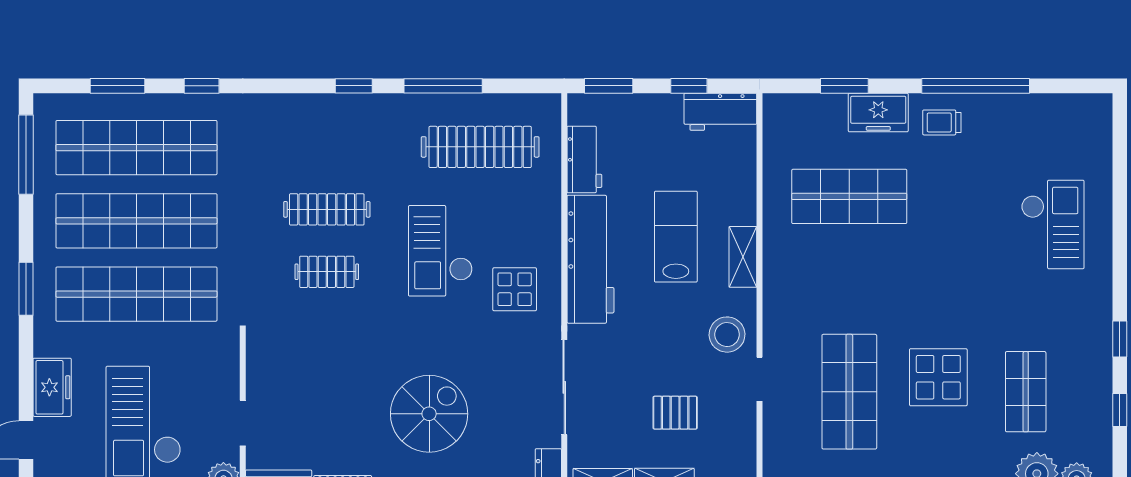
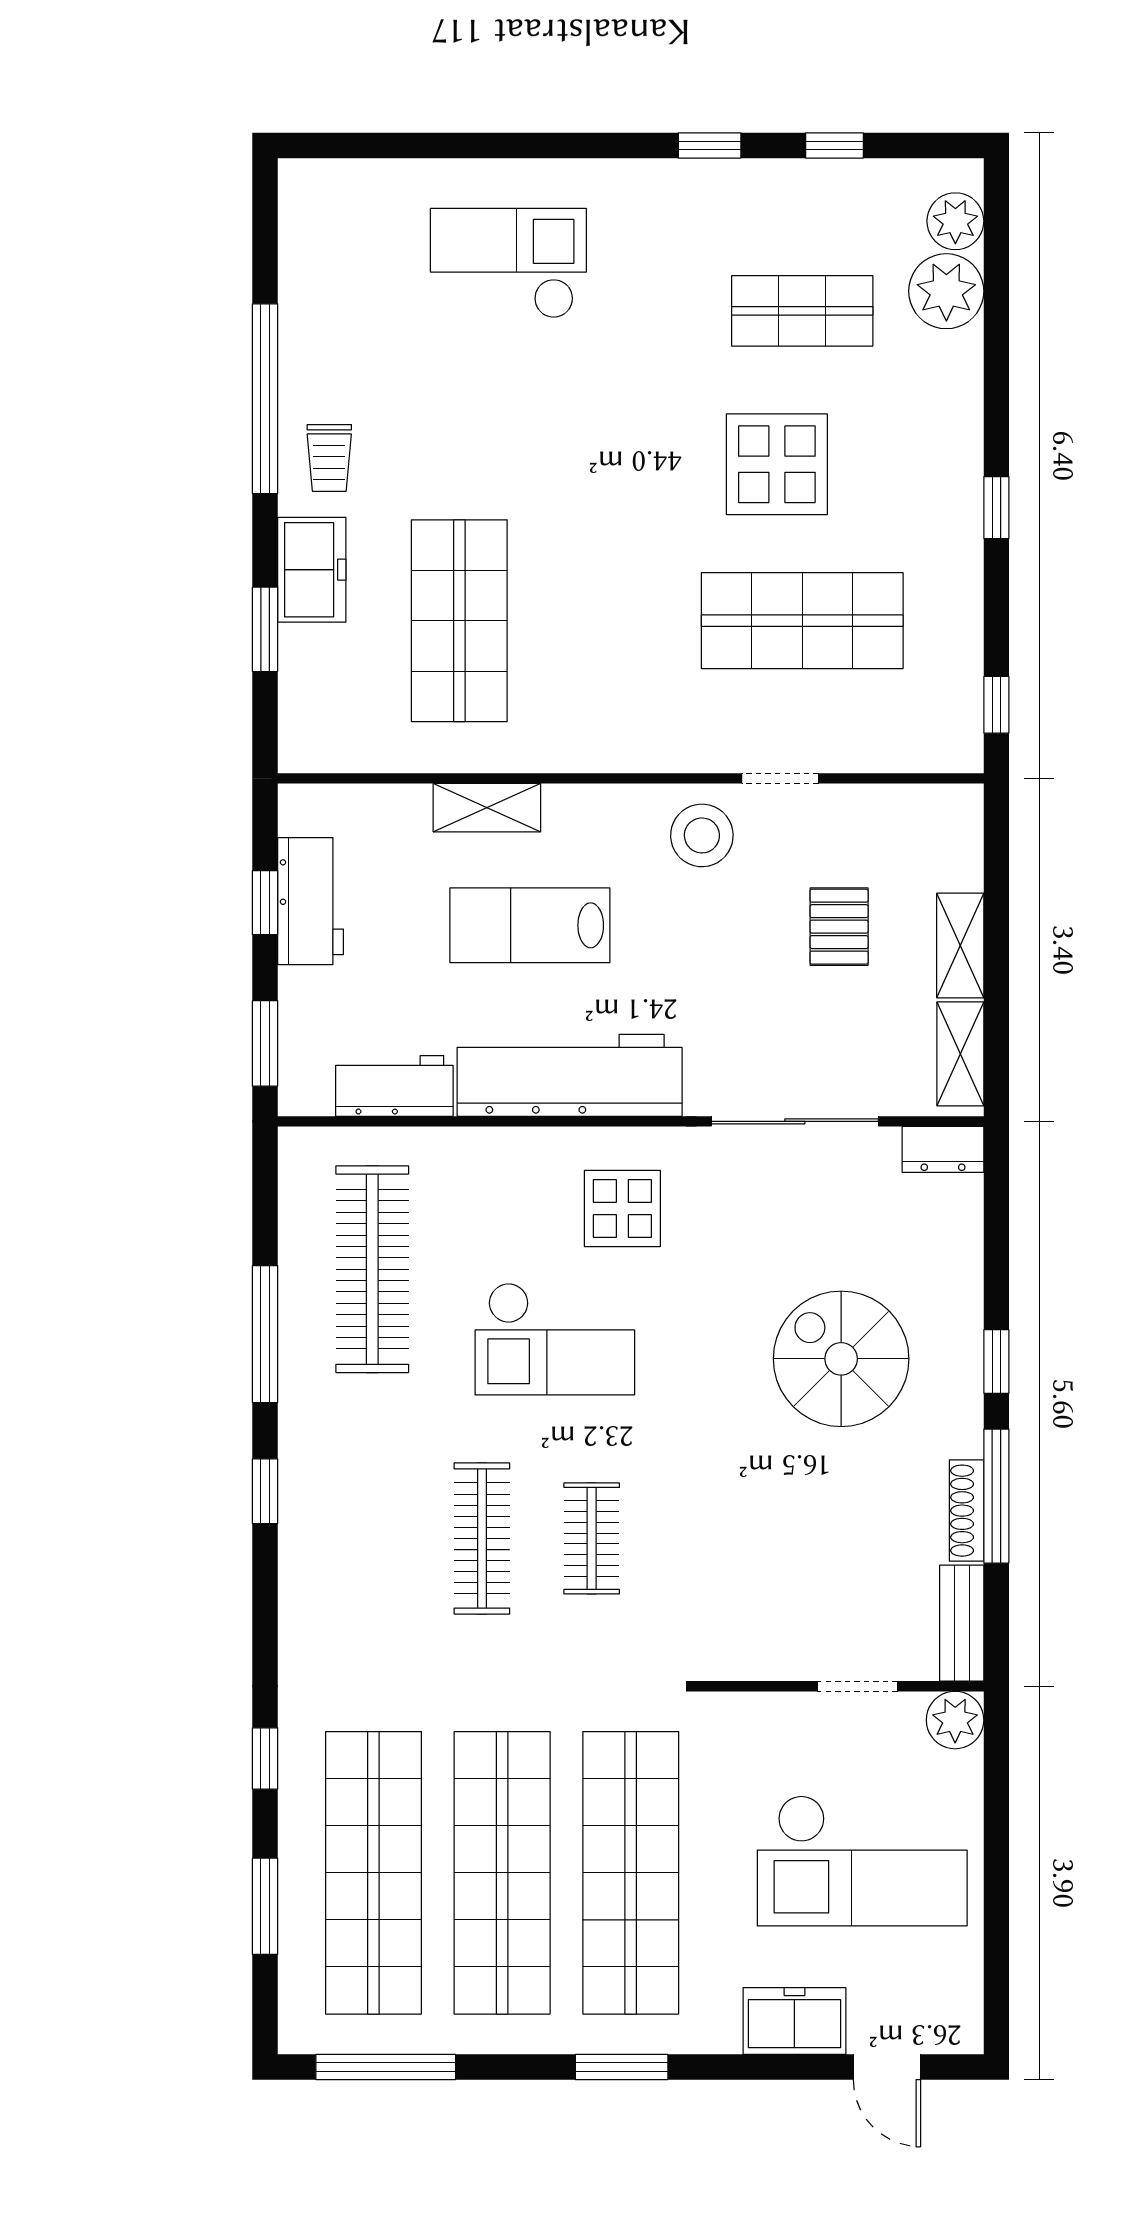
workbench: (720, 112) -> (311, 901), moved
shelving: (743, 257) -> (487, 808), moved

